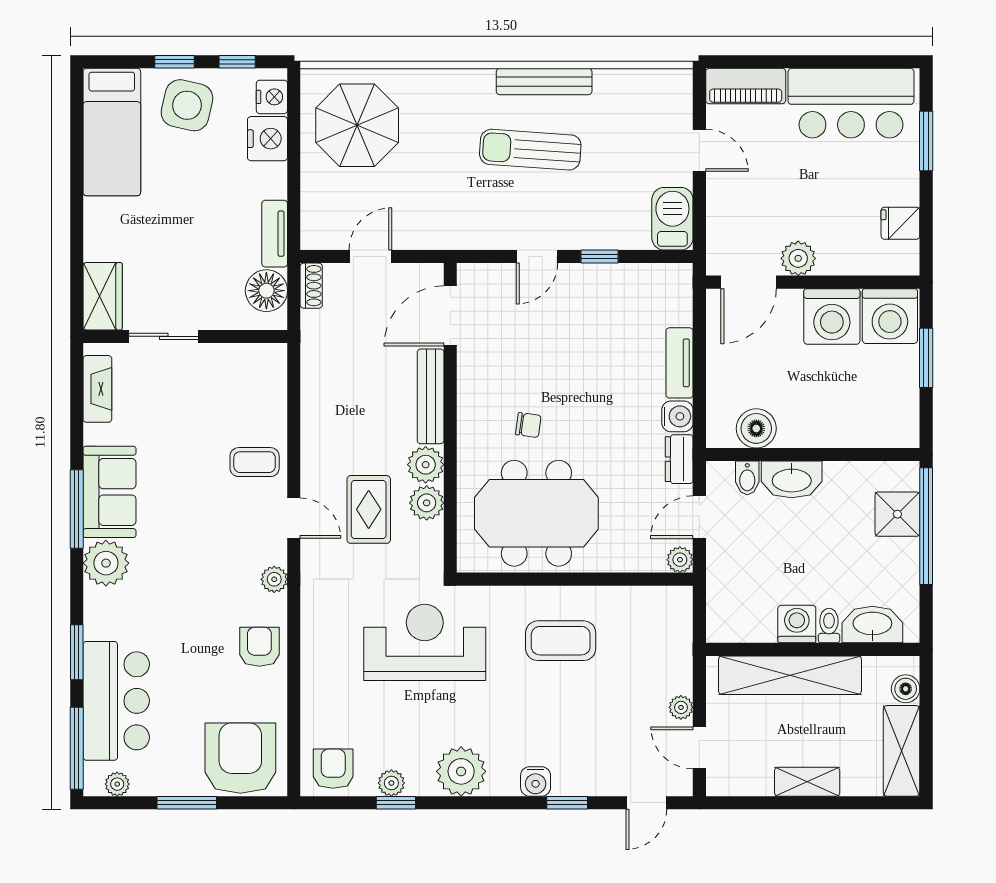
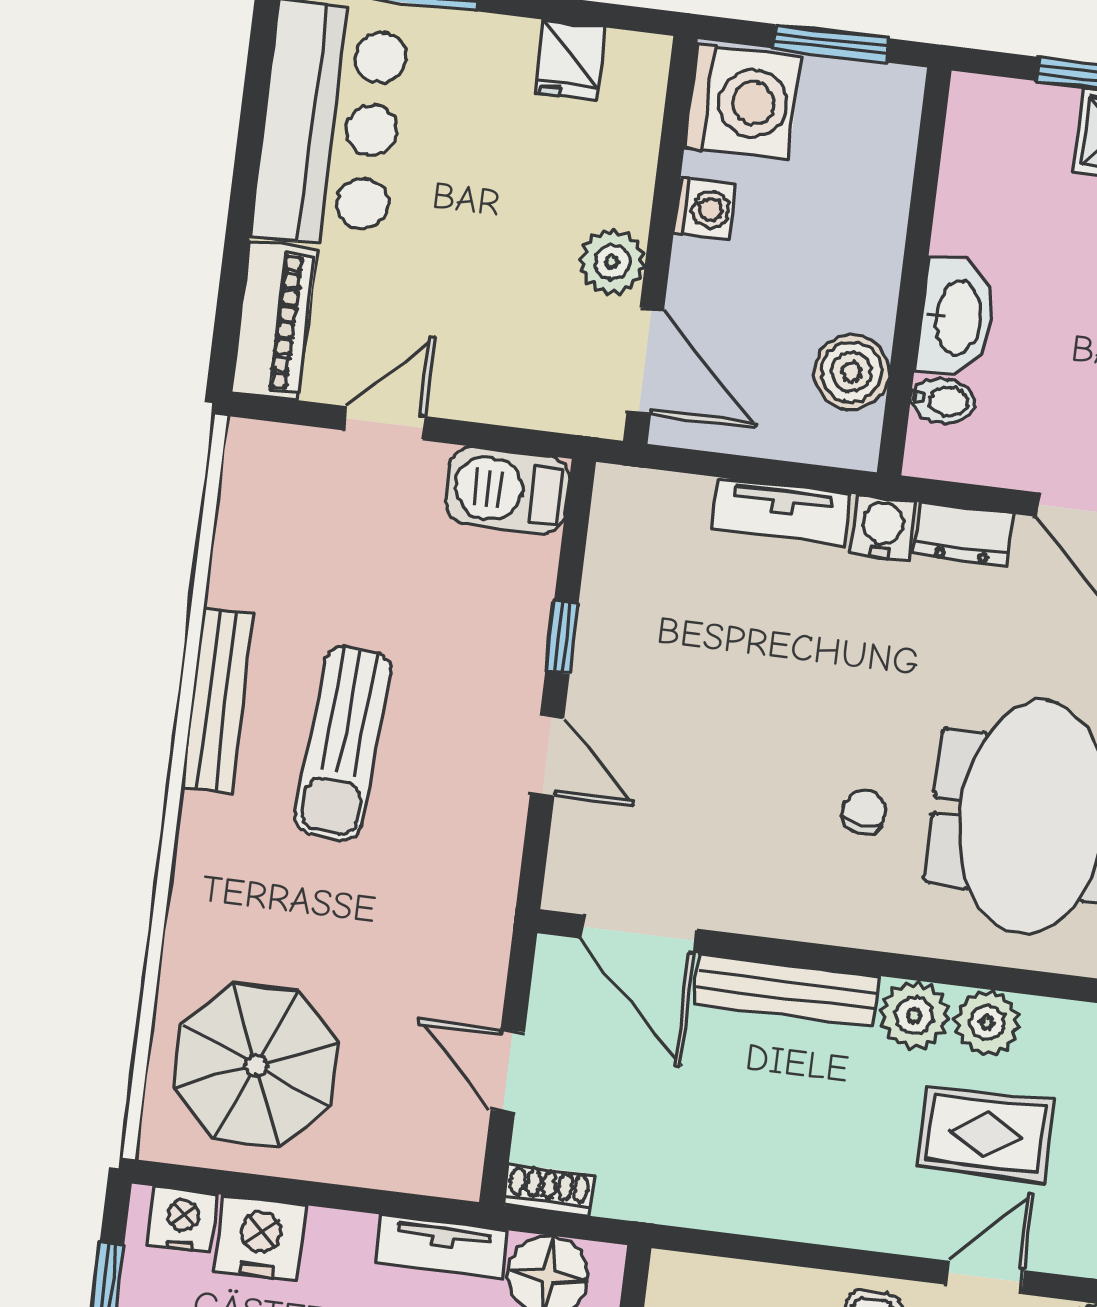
washing machine: (832, 316) -> (705, 209), width x0.53, depth x0.53
boiler: (756, 428) -> (851, 372), moved
wall: (813, 455) -> (914, 271), moved
bidet: (747, 478) -> (943, 401), moved
washbasin: (792, 479) -> (956, 317), moved

